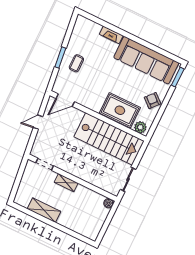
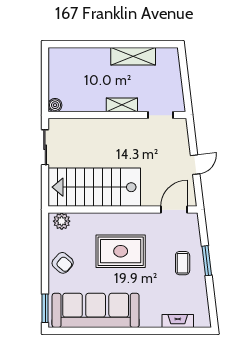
fireplace: (111, 35) -> (178, 321), moved
rug: (120, 110) -> (121, 251), moved

